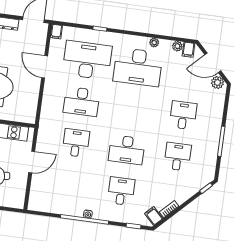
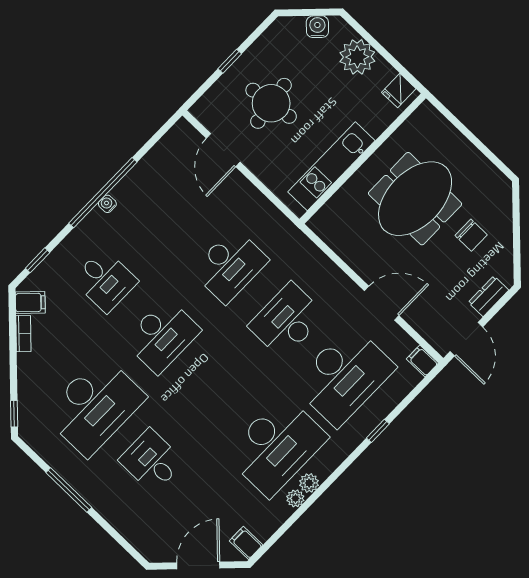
plant: (177, 46) -> (309, 483), moved
desk: (138, 67) -> (276, 446), turned 180
plant: (217, 82) -> (163, 550), removed
desk: (183, 115) -> (151, 461), turned 180
desk: (76, 143) -> (230, 266), width x1.37
desk: (127, 150) -> (162, 336), turned 180
desk: (178, 157) -> (94, 406), width x1.87, depth x1.30
door: (32, 162) -> (223, 150), moved

